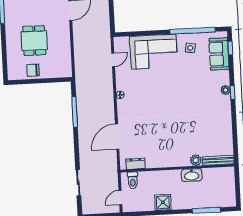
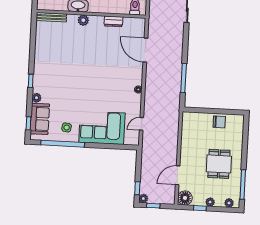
dining table: (34, 41) -> (219, 164), moved
plant: (225, 90) -> (37, 98), moved
door: (117, 137) -> (145, 50), swing flipped
plant: (196, 160) -> (83, 20), moved
dresser: (136, 164) -> (113, 21), moved

